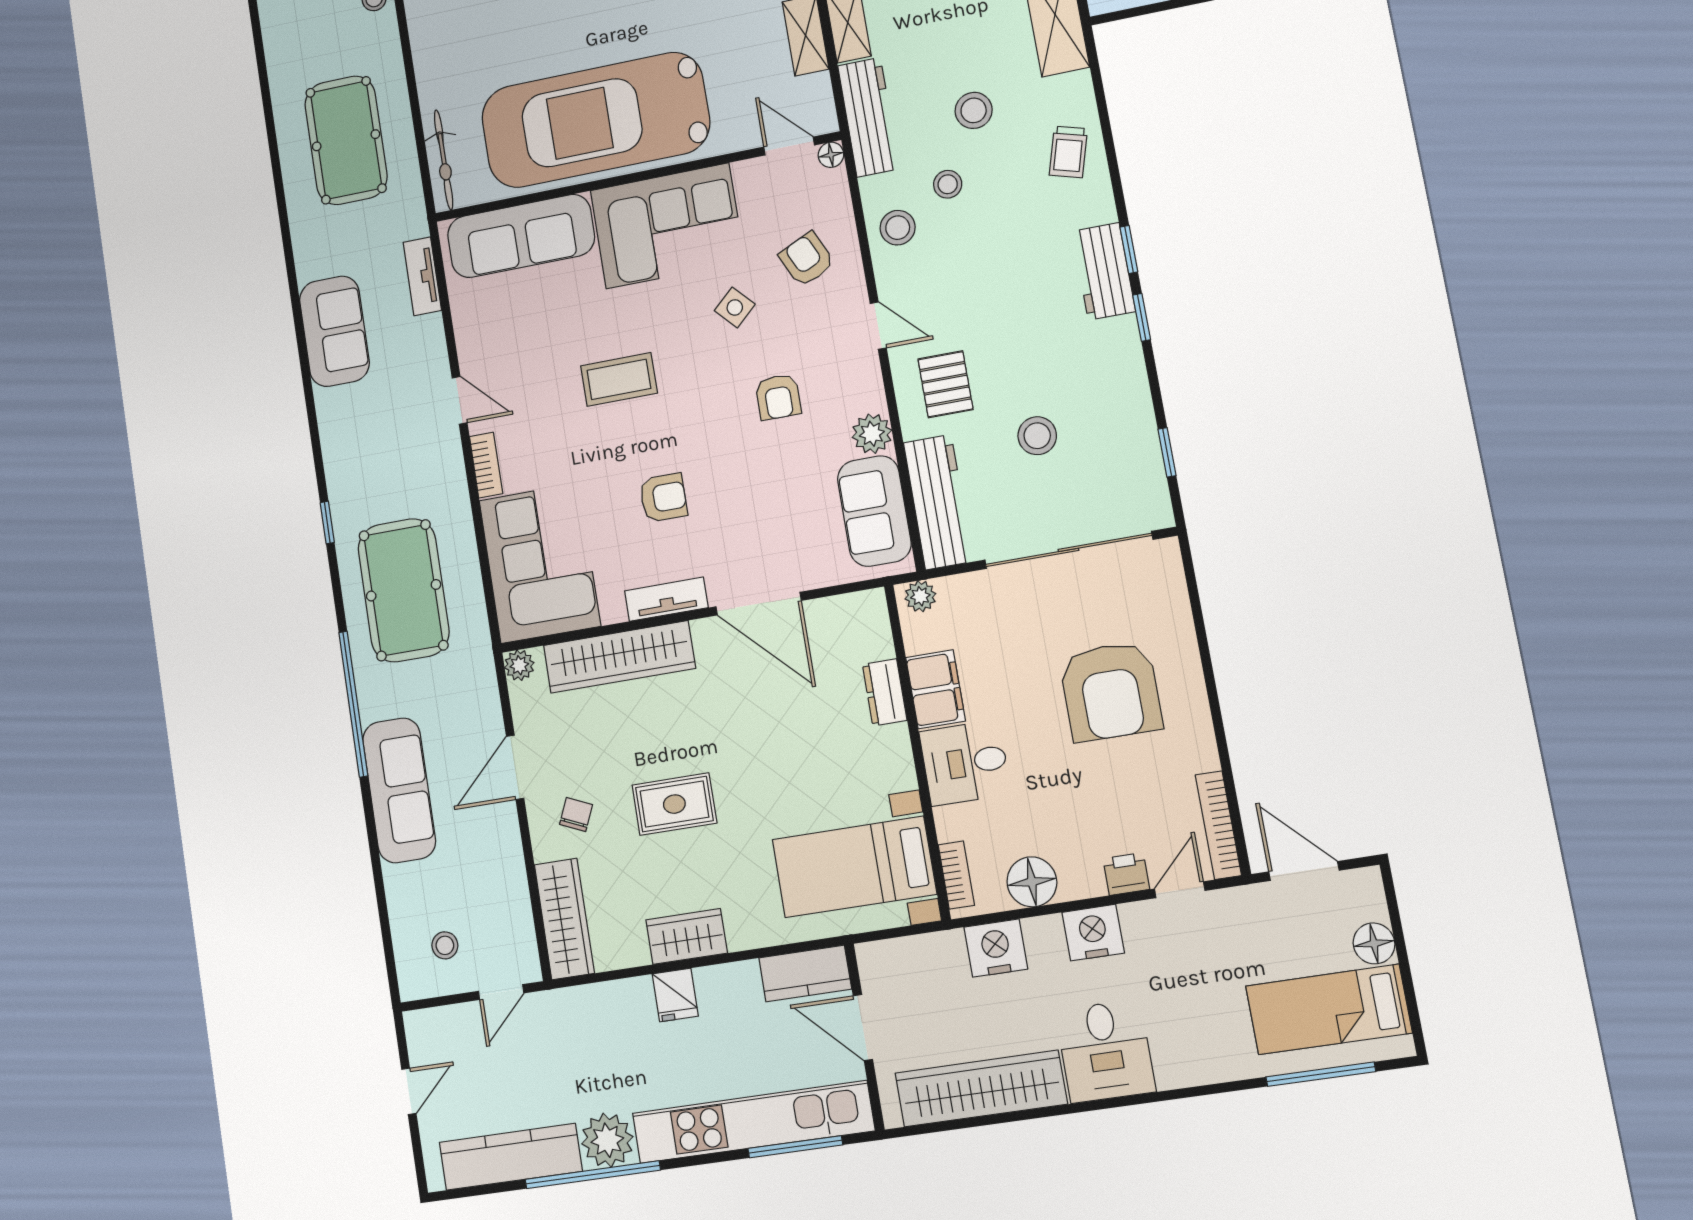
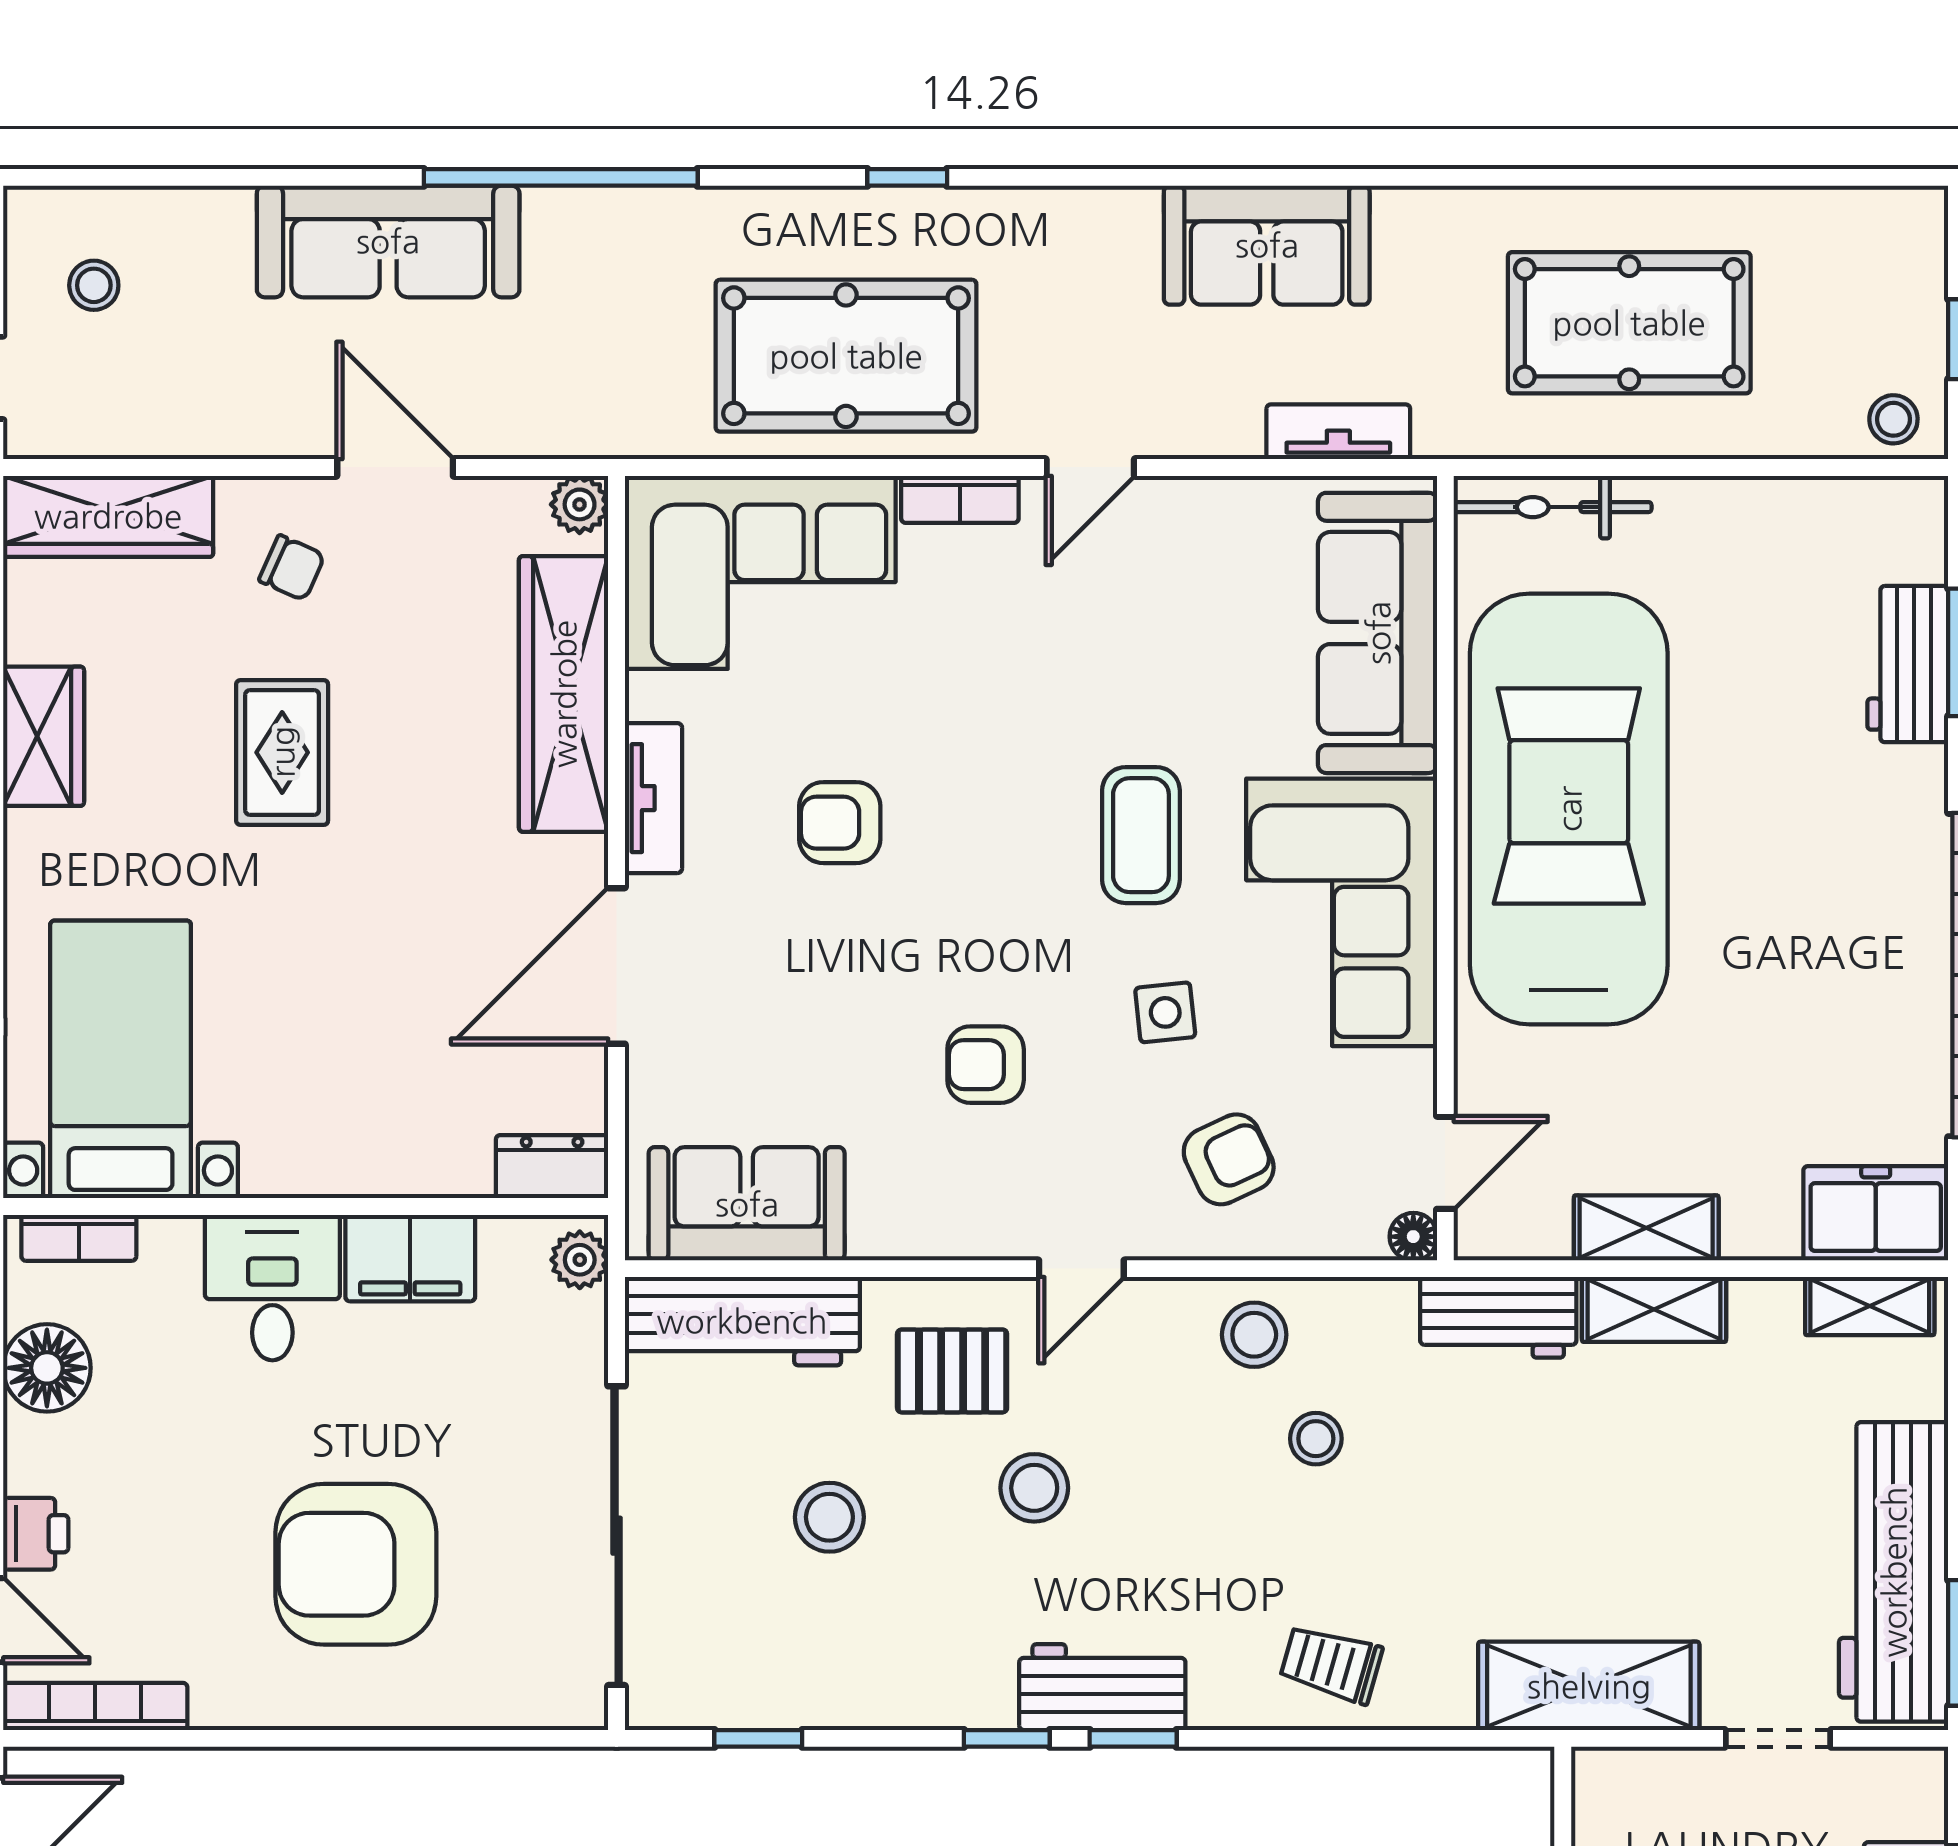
stool: (974, 110) -> (1034, 1488), moved
workbench: (869, 117) -> (1498, 1317), width x0.73
side table: (735, 307) -> (1165, 1012), turned 37
coffee table: (619, 379) -> (1141, 835), moved
plant: (872, 434) -> (887, 1223), removed
armchair: (663, 498) -> (840, 823), turned 90
pool table: (403, 590) -> (846, 356), moved
dresser: (885, 692) -> (552, 1167), moved

